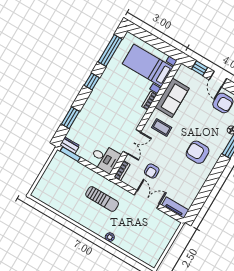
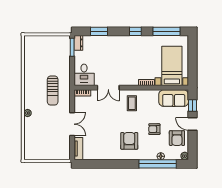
door: (218, 79) -> (193, 124), hinge flipped
sofa: (172, 98) -> (174, 98), moved
armchair: (152, 171) -> (154, 129), moved

